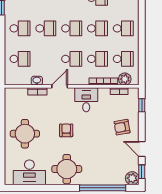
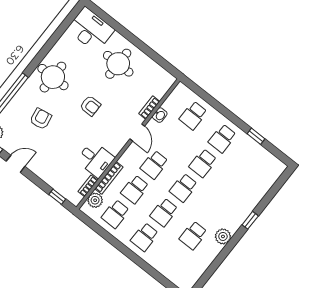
desk: (86, 100) -> (95, 159), moved
armchair: (122, 127) -> (41, 119), moved
desk: (29, 172) -> (91, 30), moved, turned 90

